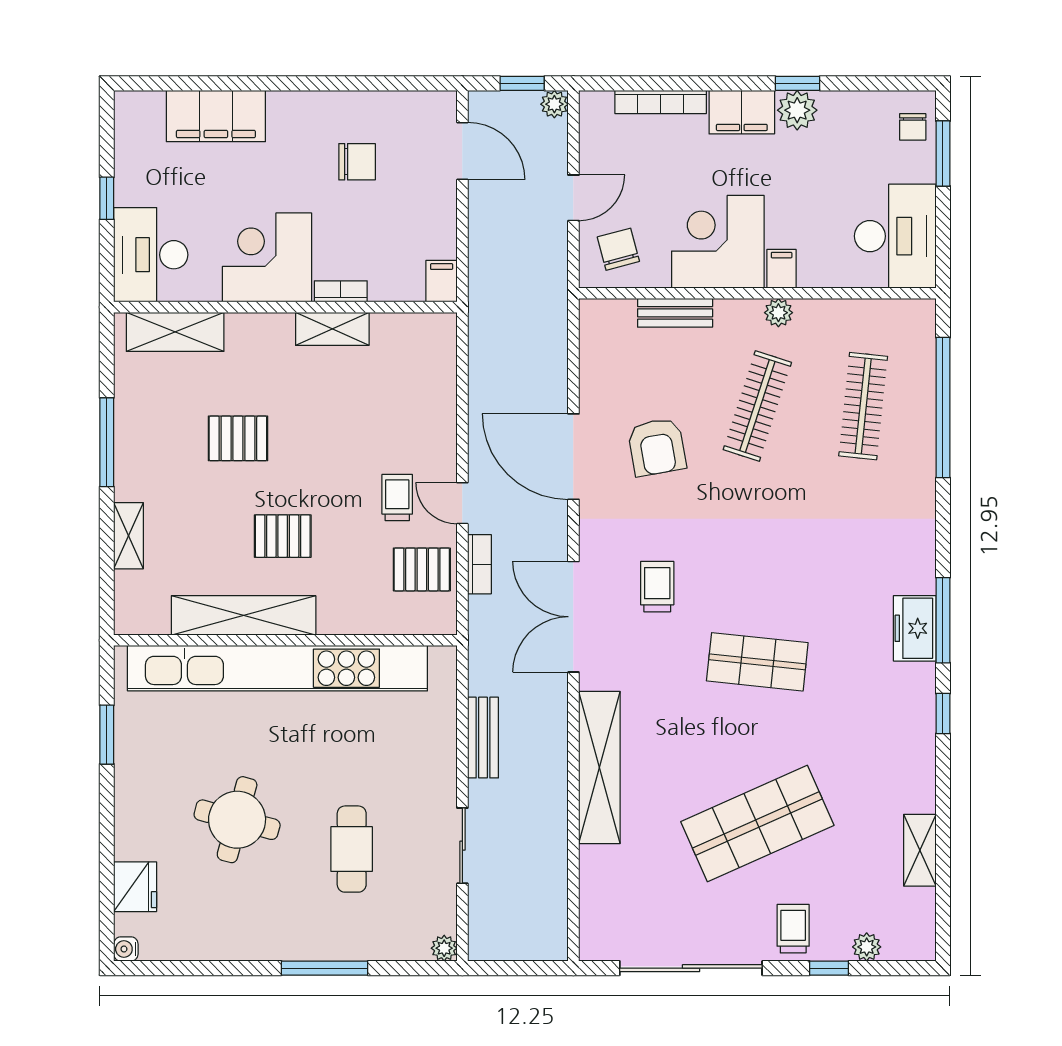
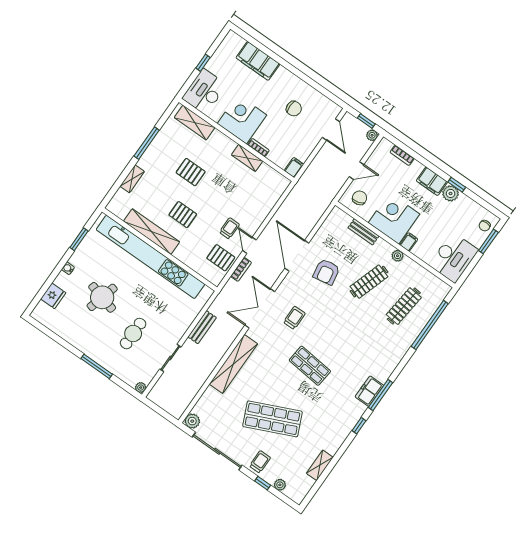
bookcase: (661, 102) -> (402, 155), width x0.64
plant: (597, 943) -> (192, 421), added
water cooler: (126, 949) -> (68, 268), moved

